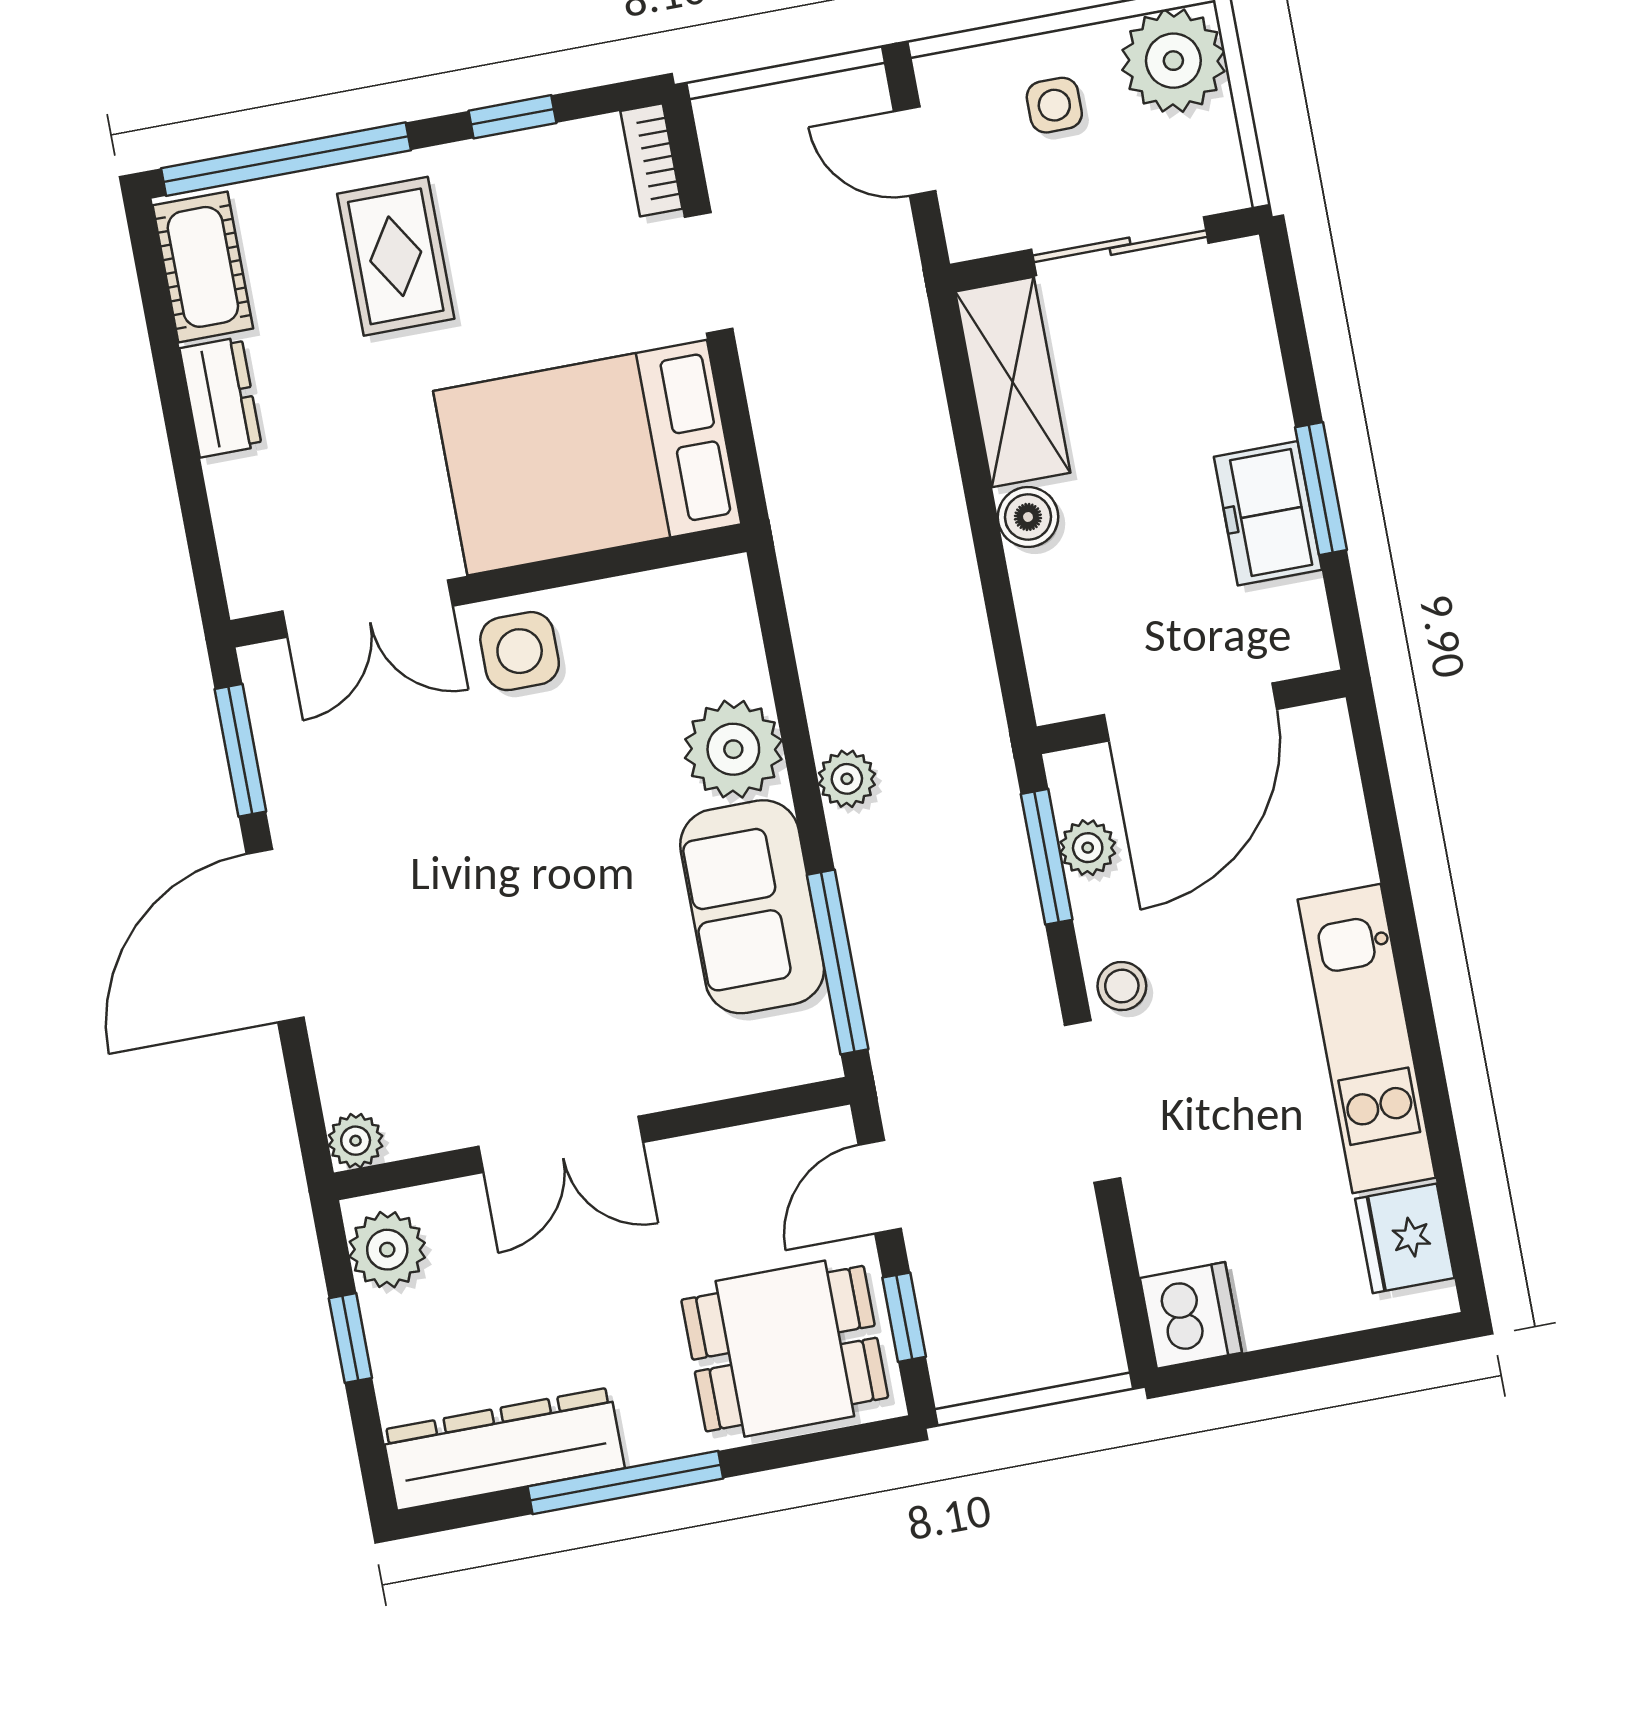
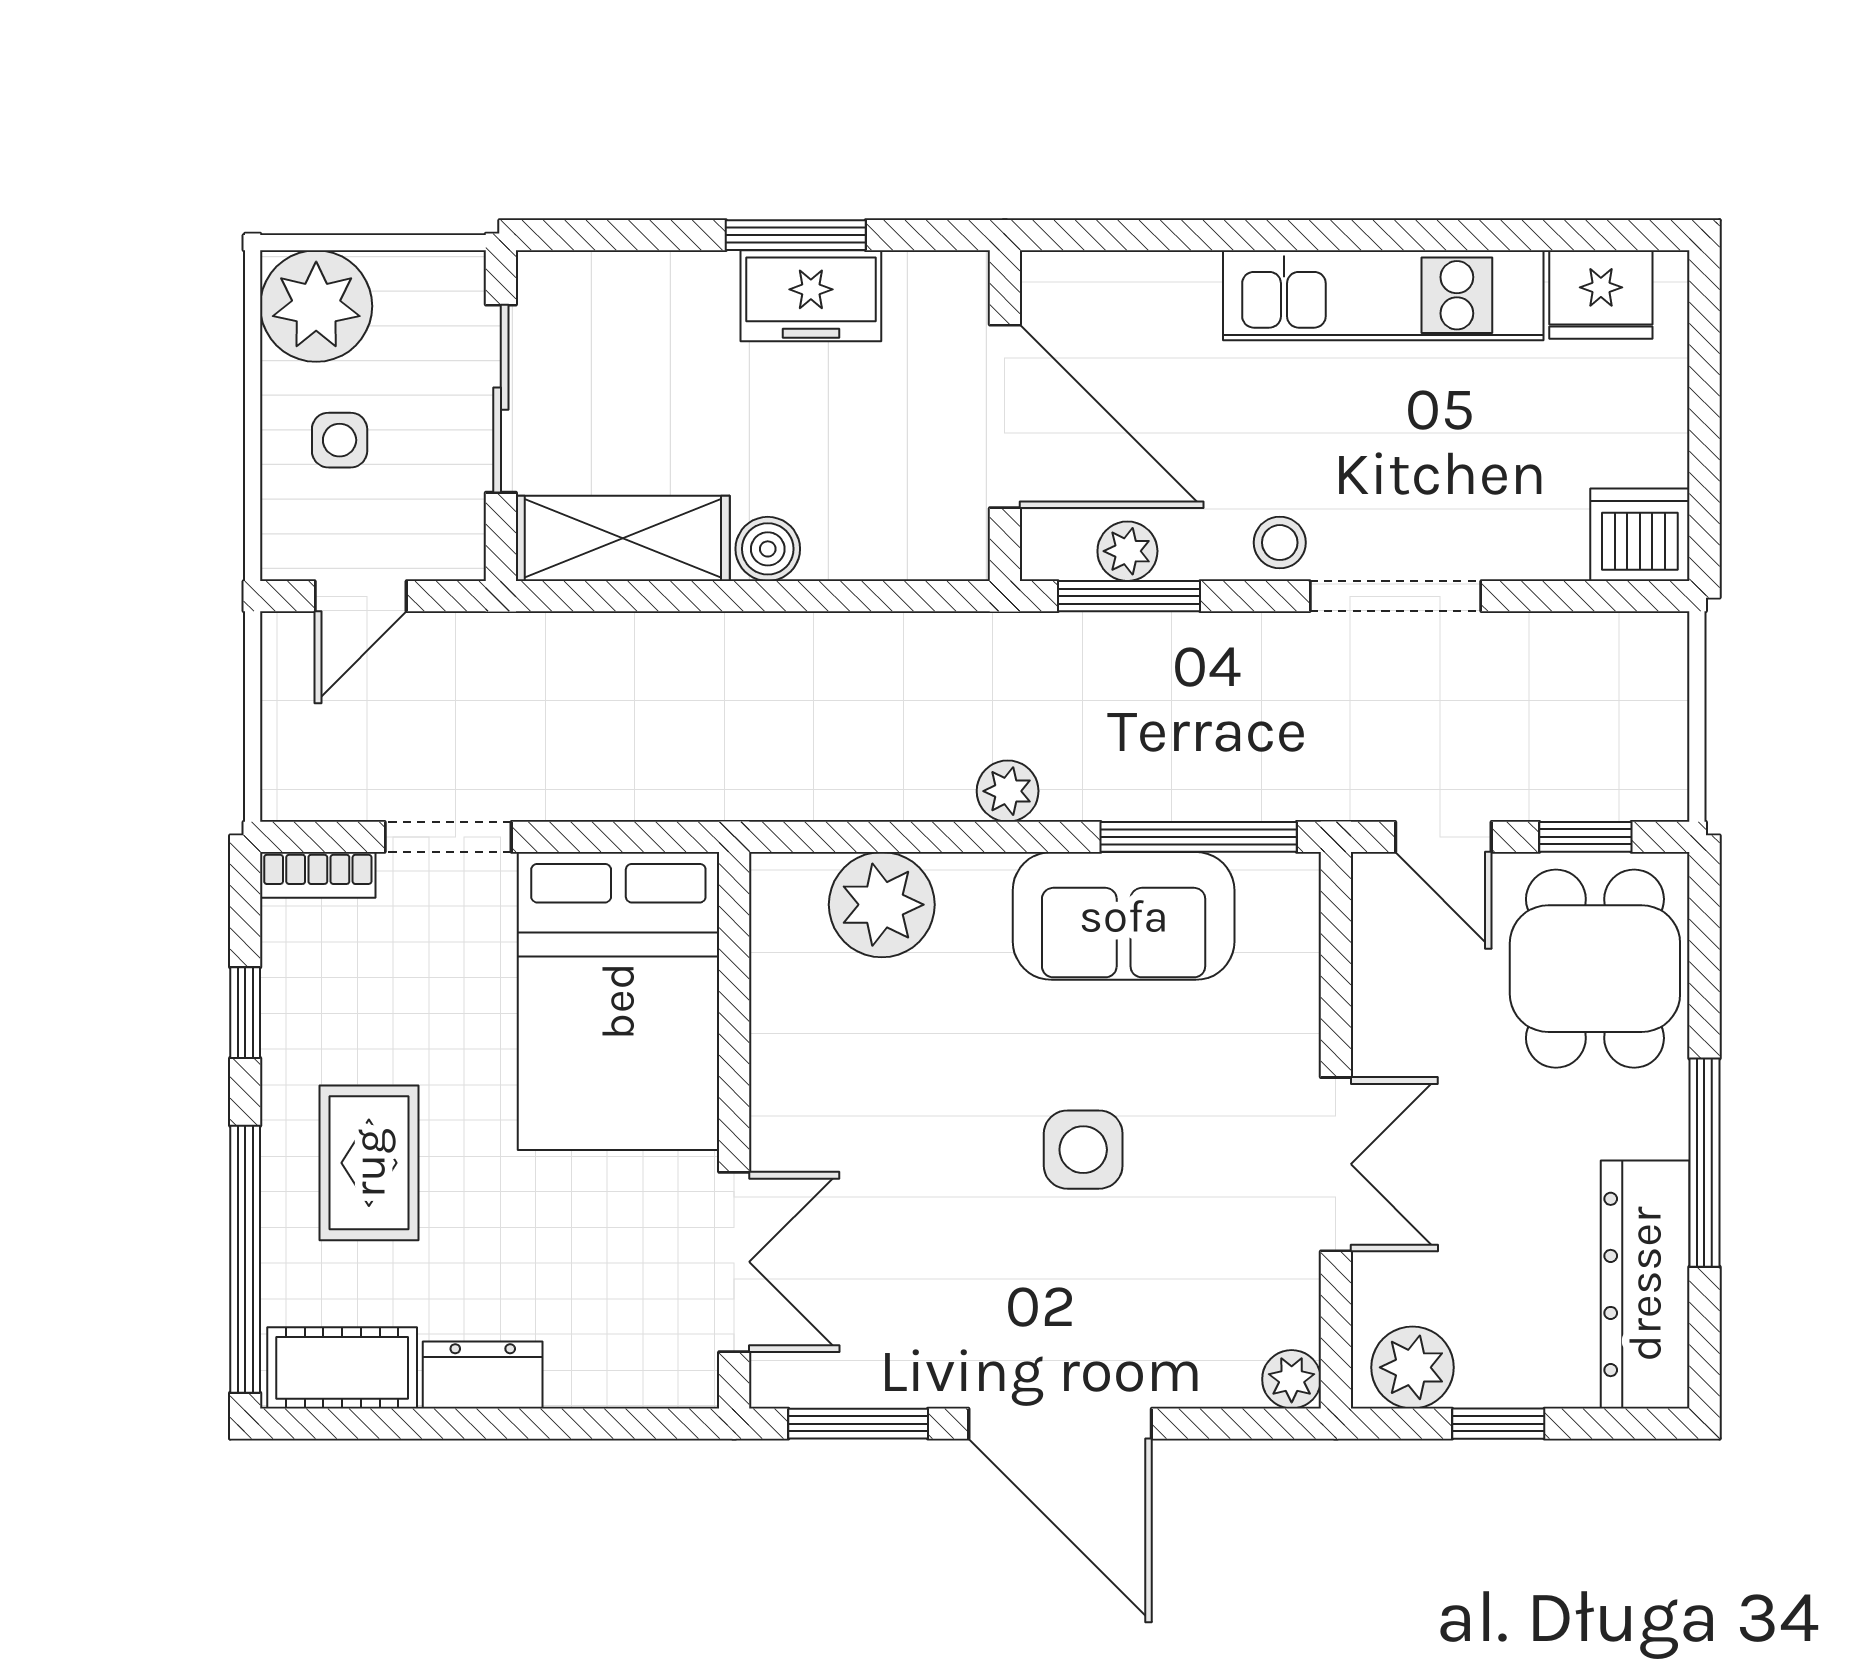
rug: (396, 256) -> (369, 1163), turned 90
side table: (520, 651) -> (1083, 1150), moved
plant: (733, 749) -> (882, 905), moved

